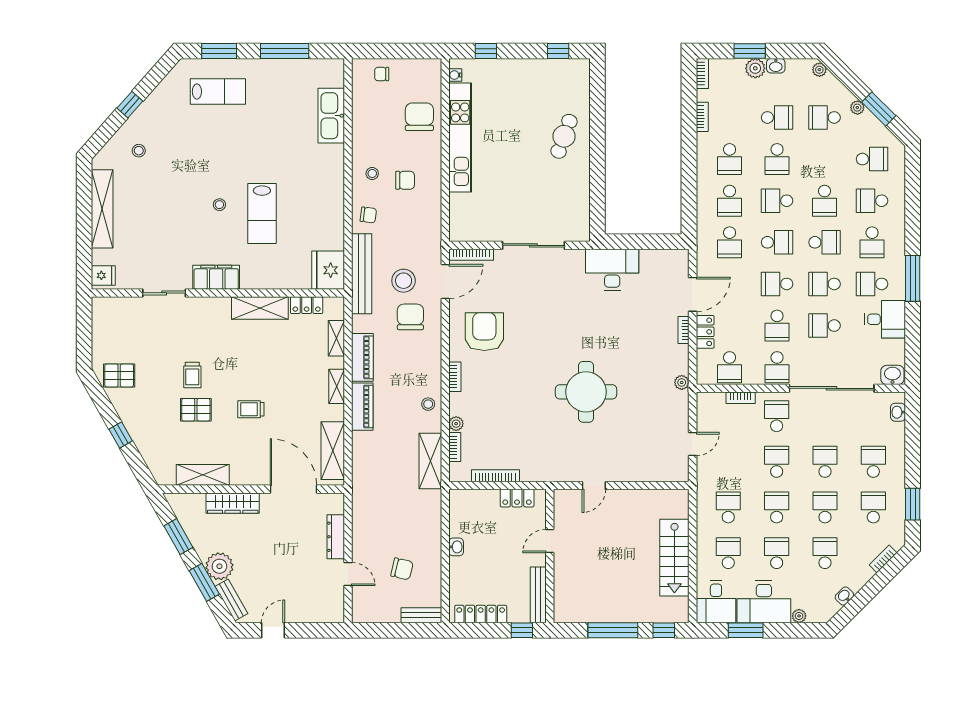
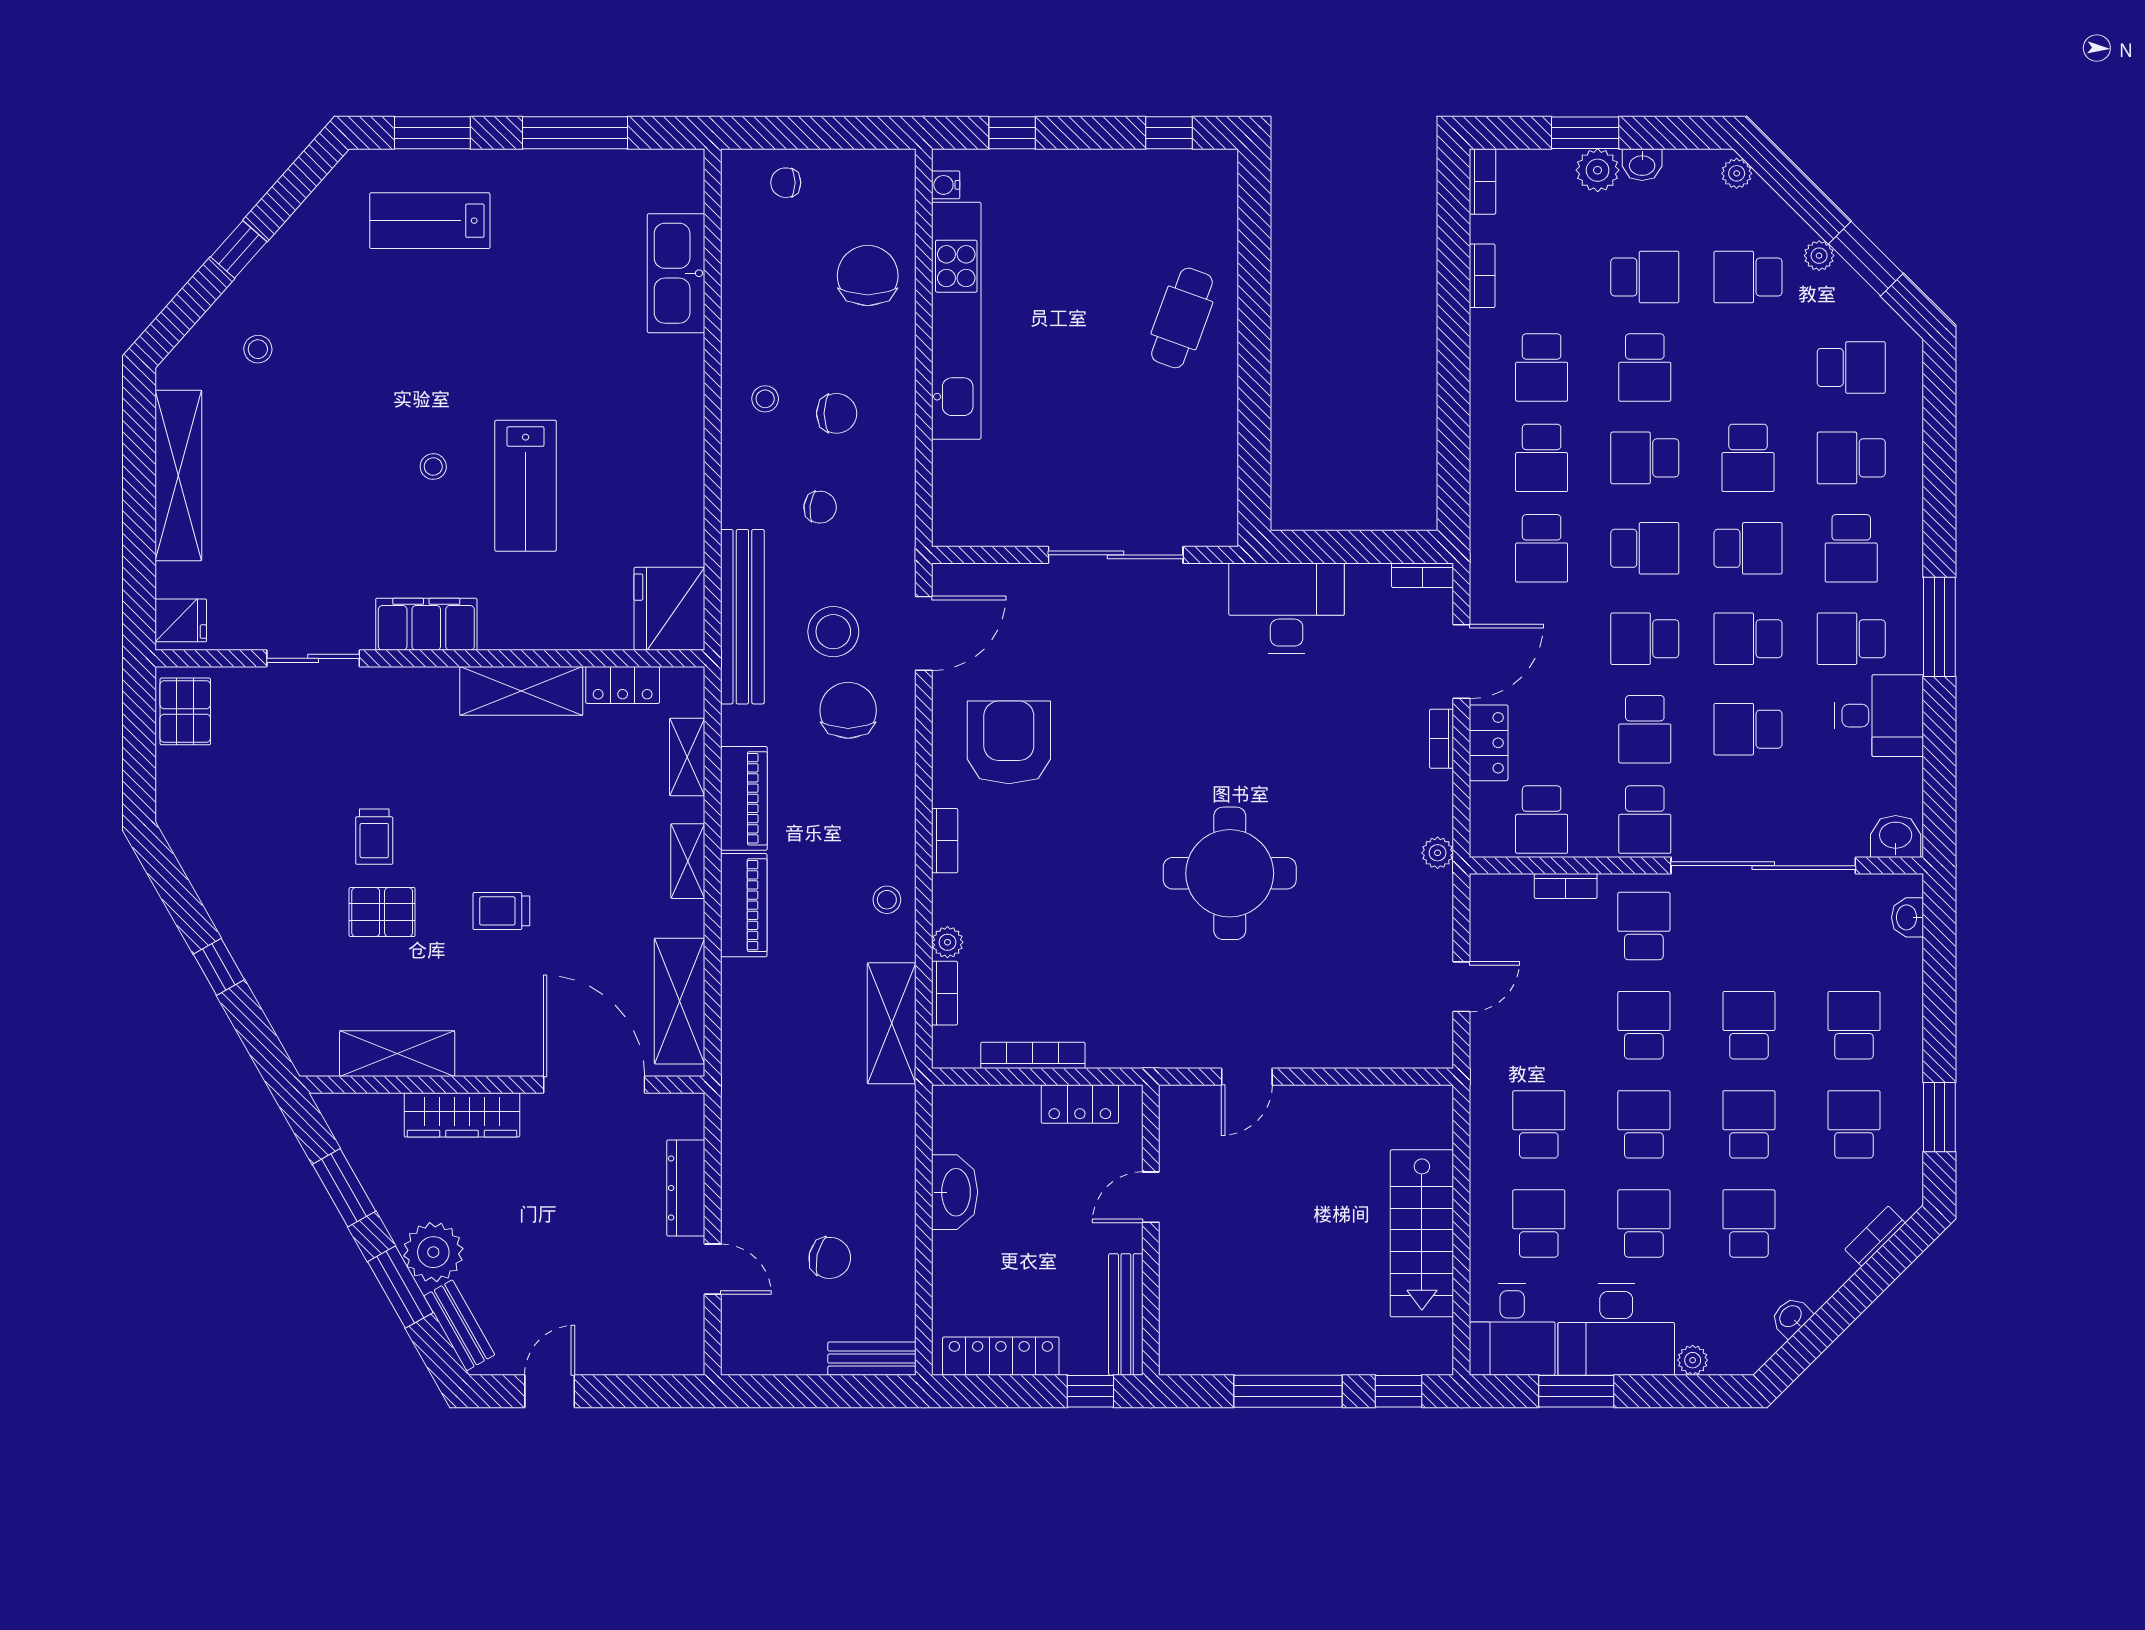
lab bench: (218, 92) -> (430, 221), turned 180
chair: (368, 215) -> (820, 507), moved
bookcase: (471, 255) -> (1423, 575), moved, width x0.64
pallet: (119, 375) -> (185, 711), moved, turned 90
washbasin: (456, 547) -> (955, 1192), width x1.91, depth x1.45

